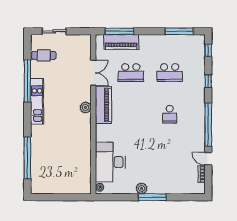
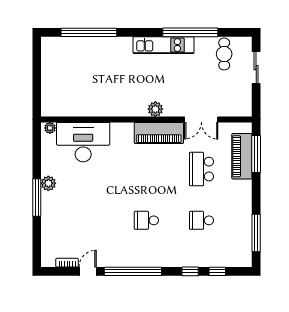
window: (208, 50) -> (217, 271), moved
school desk: (170, 73) -> (202, 220), width x0.54

